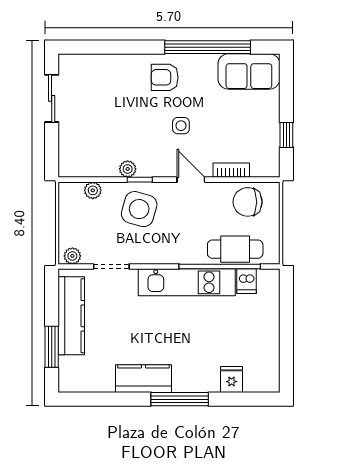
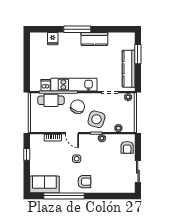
armchair: (74, 150) -> (127, 147), added
chair: (248, 202) -> (78, 107), moved, turned -70

